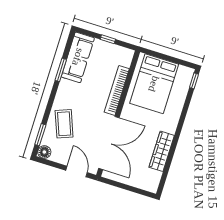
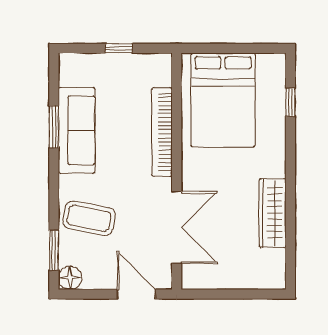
sofa: (78, 57) -> (77, 130), moved
window: (194, 81) -> (290, 102), moved
coffee table: (64, 124) -> (89, 218), turned -58
double door: (109, 143) -> (177, 227), width x0.73

